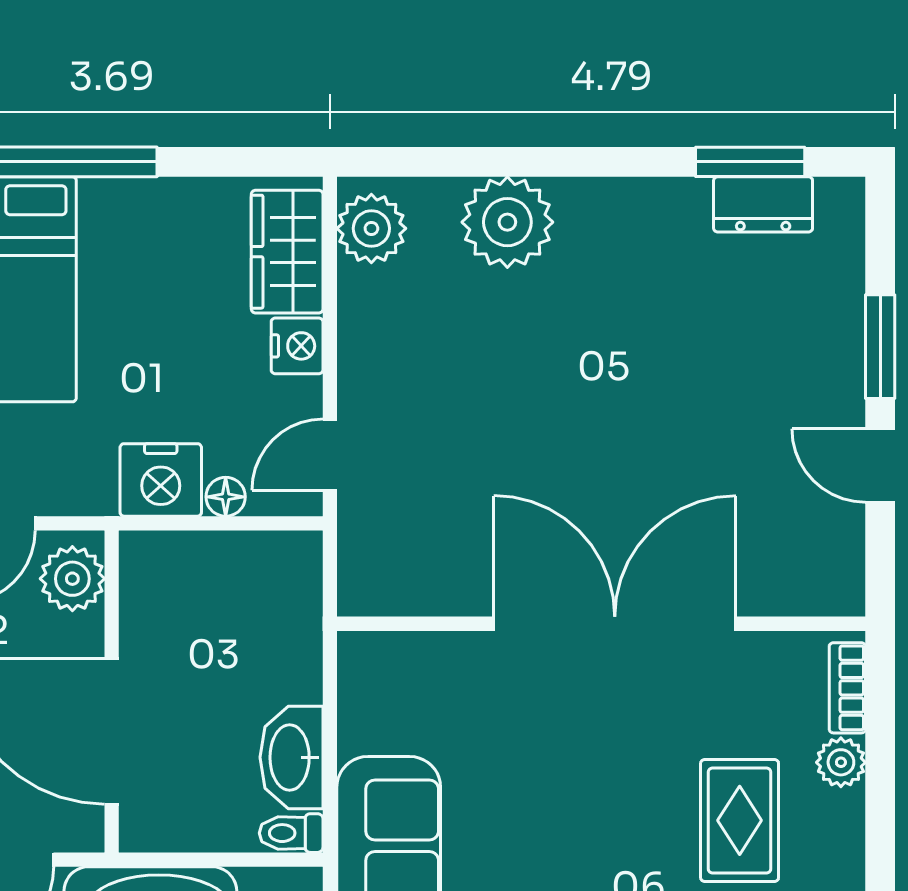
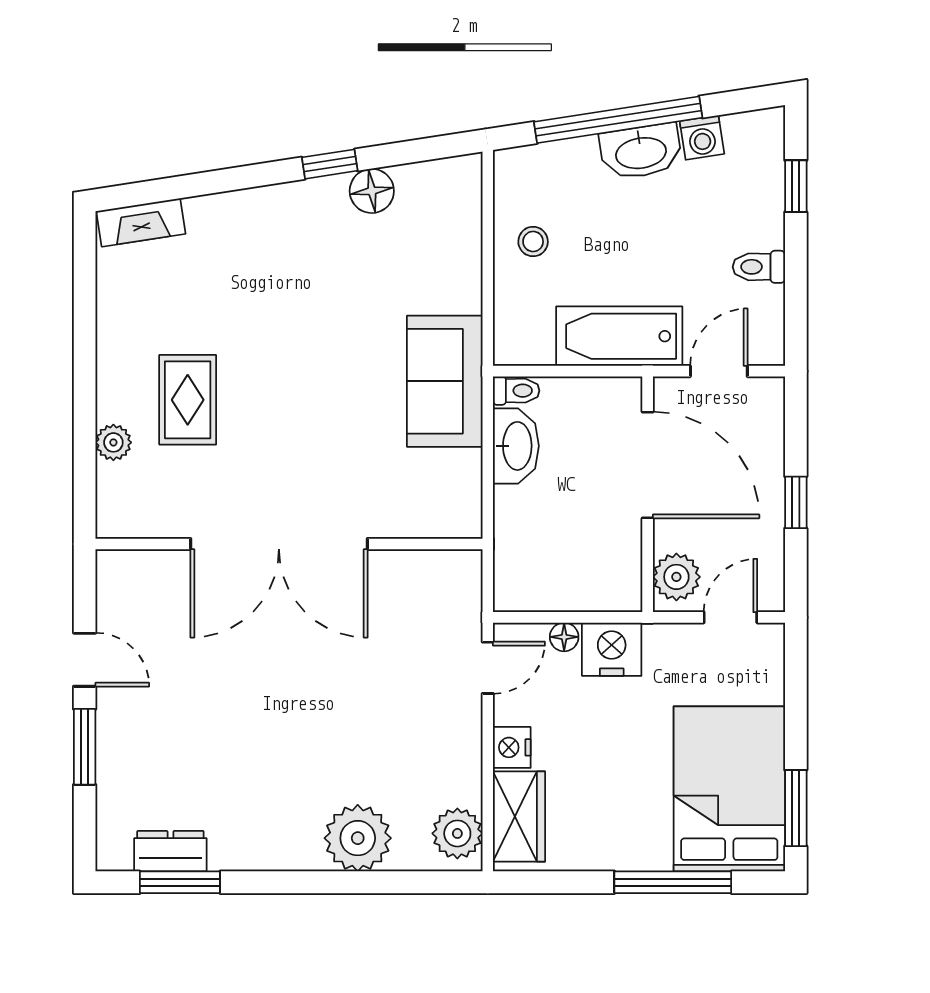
bookcase: (847, 688) -> (109, 497), removed

